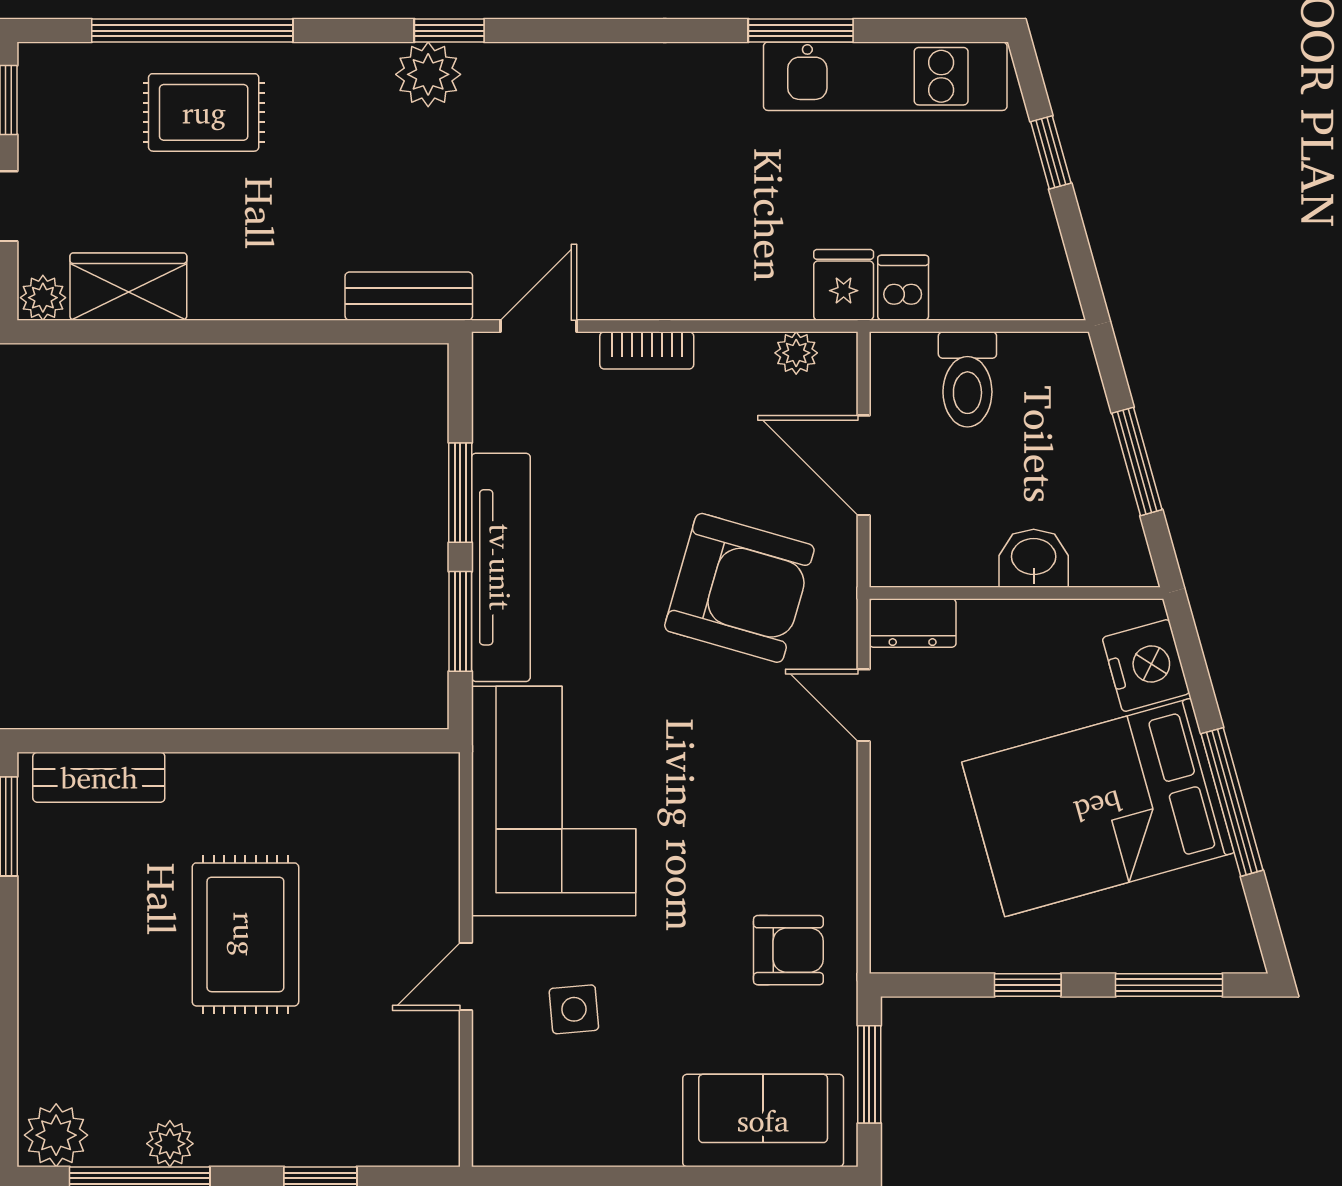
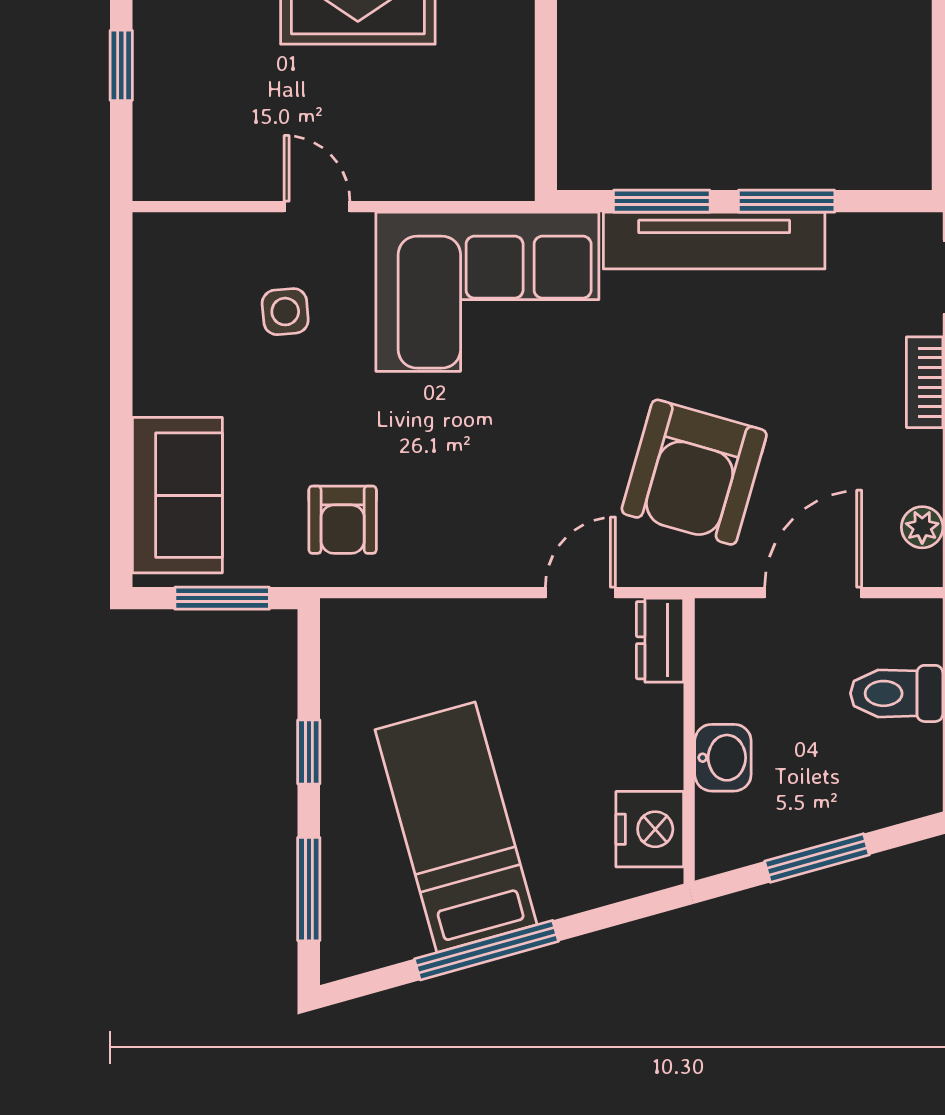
nightstand: (1146, 665) -> (650, 829), moved, turned -74
bed: (1098, 807) -> (456, 827), width x0.67

